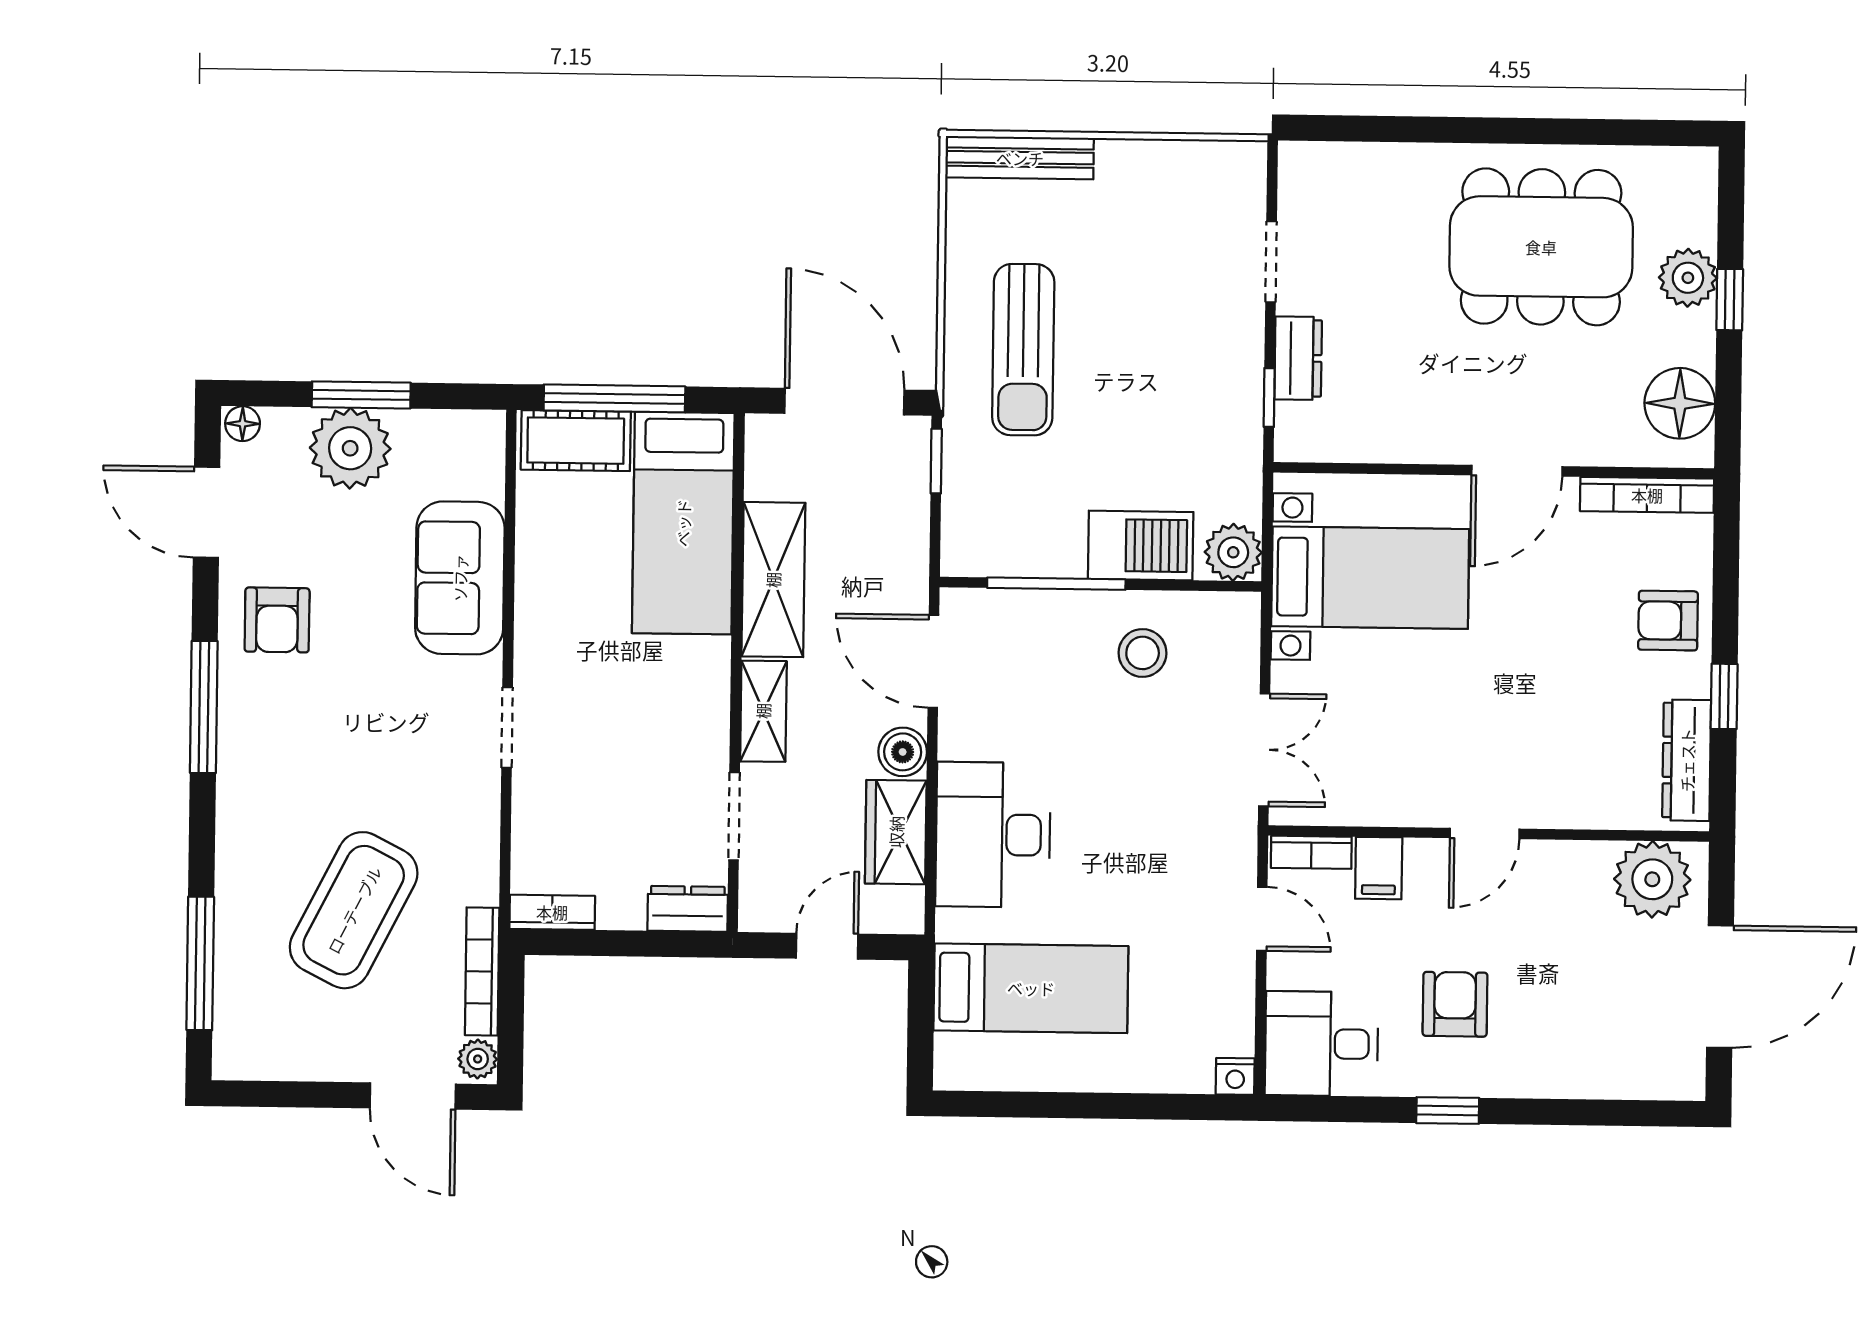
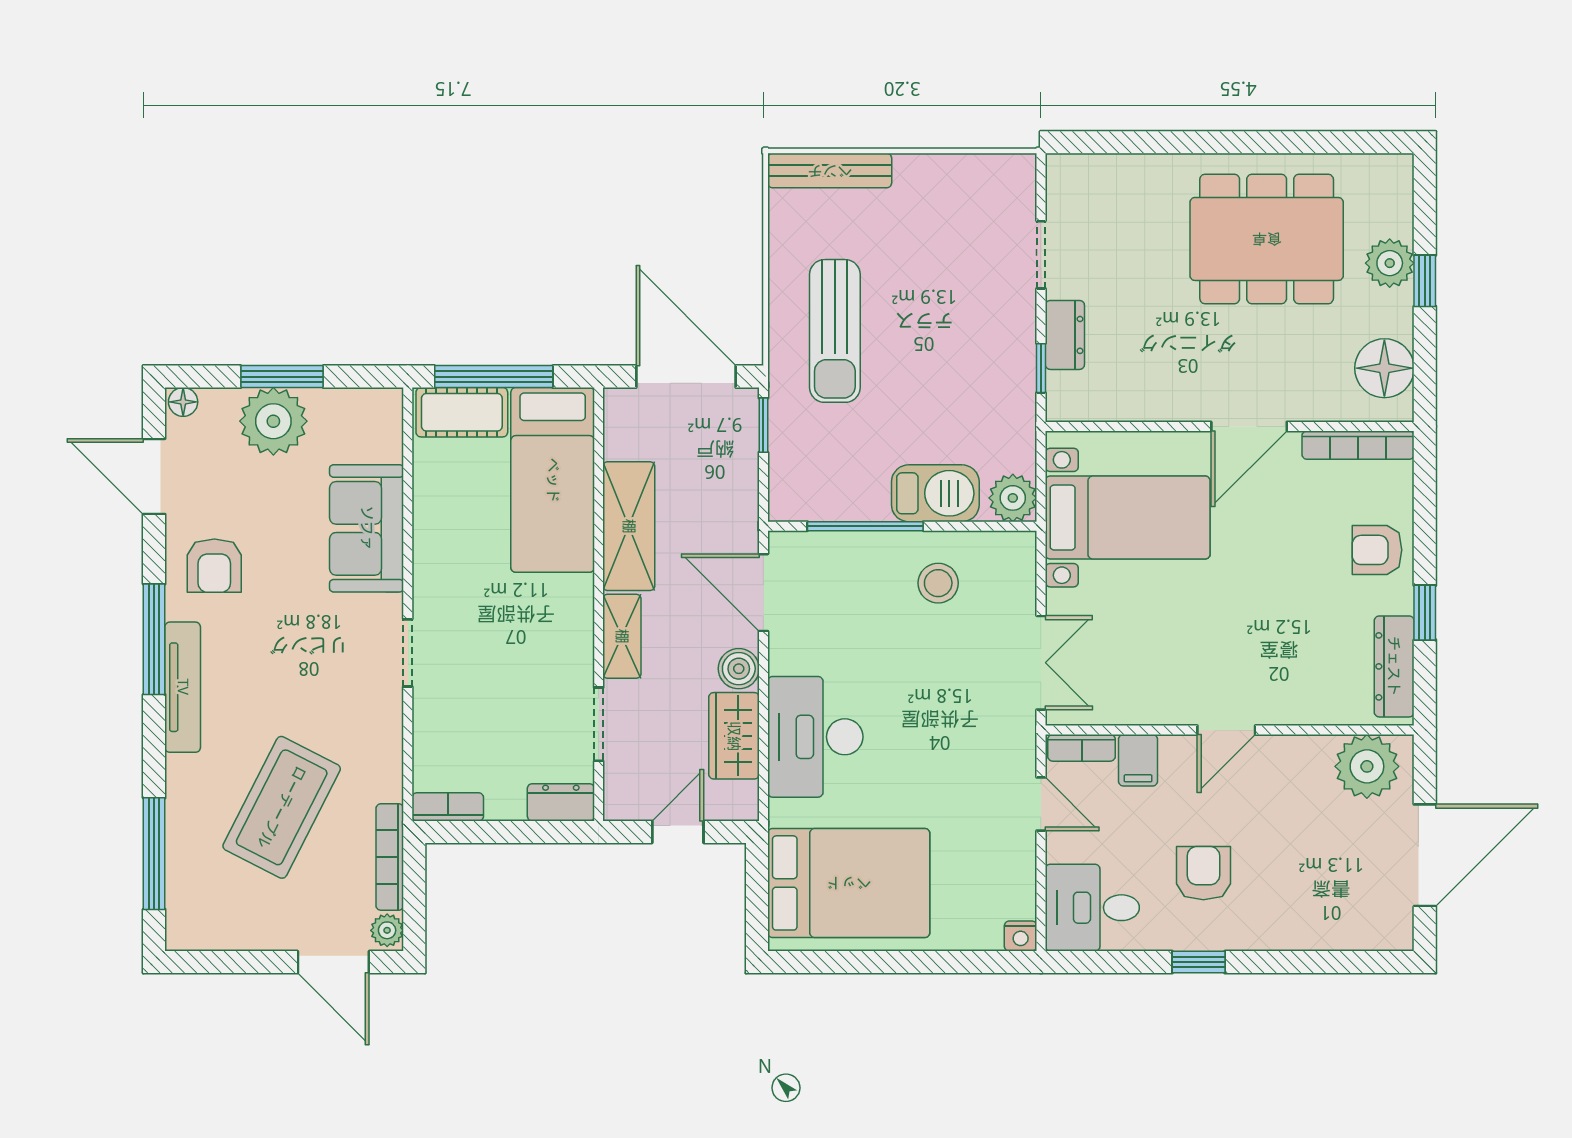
tv unit: (237, 765) -> (183, 687), added
bed: (1031, 988) -> (849, 883), width x1.50

